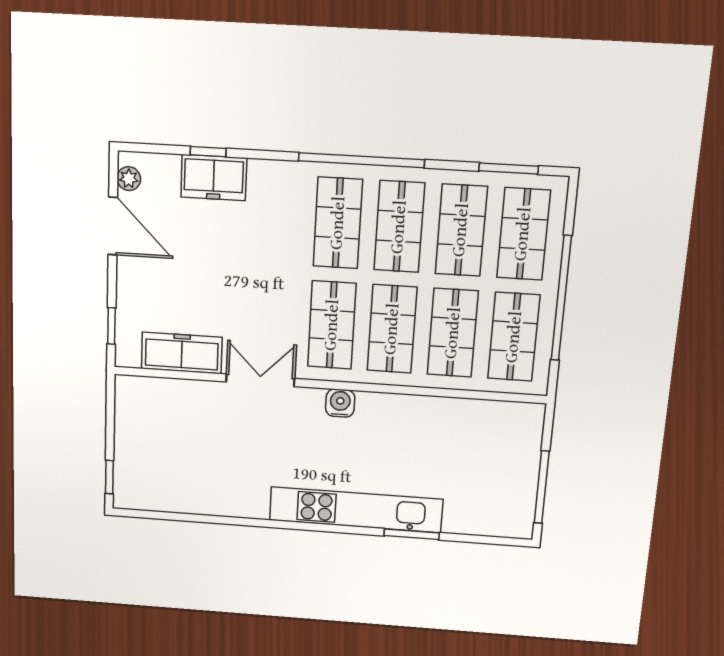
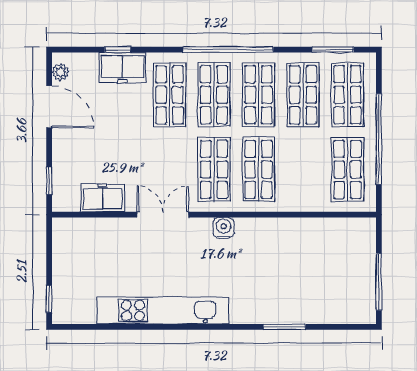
shop shelf: (453, 333) -> (169, 95), moved
freezer: (182, 353) -> (103, 198), width x0.71
kitchen unit: (356, 510) -> (163, 310), moved

